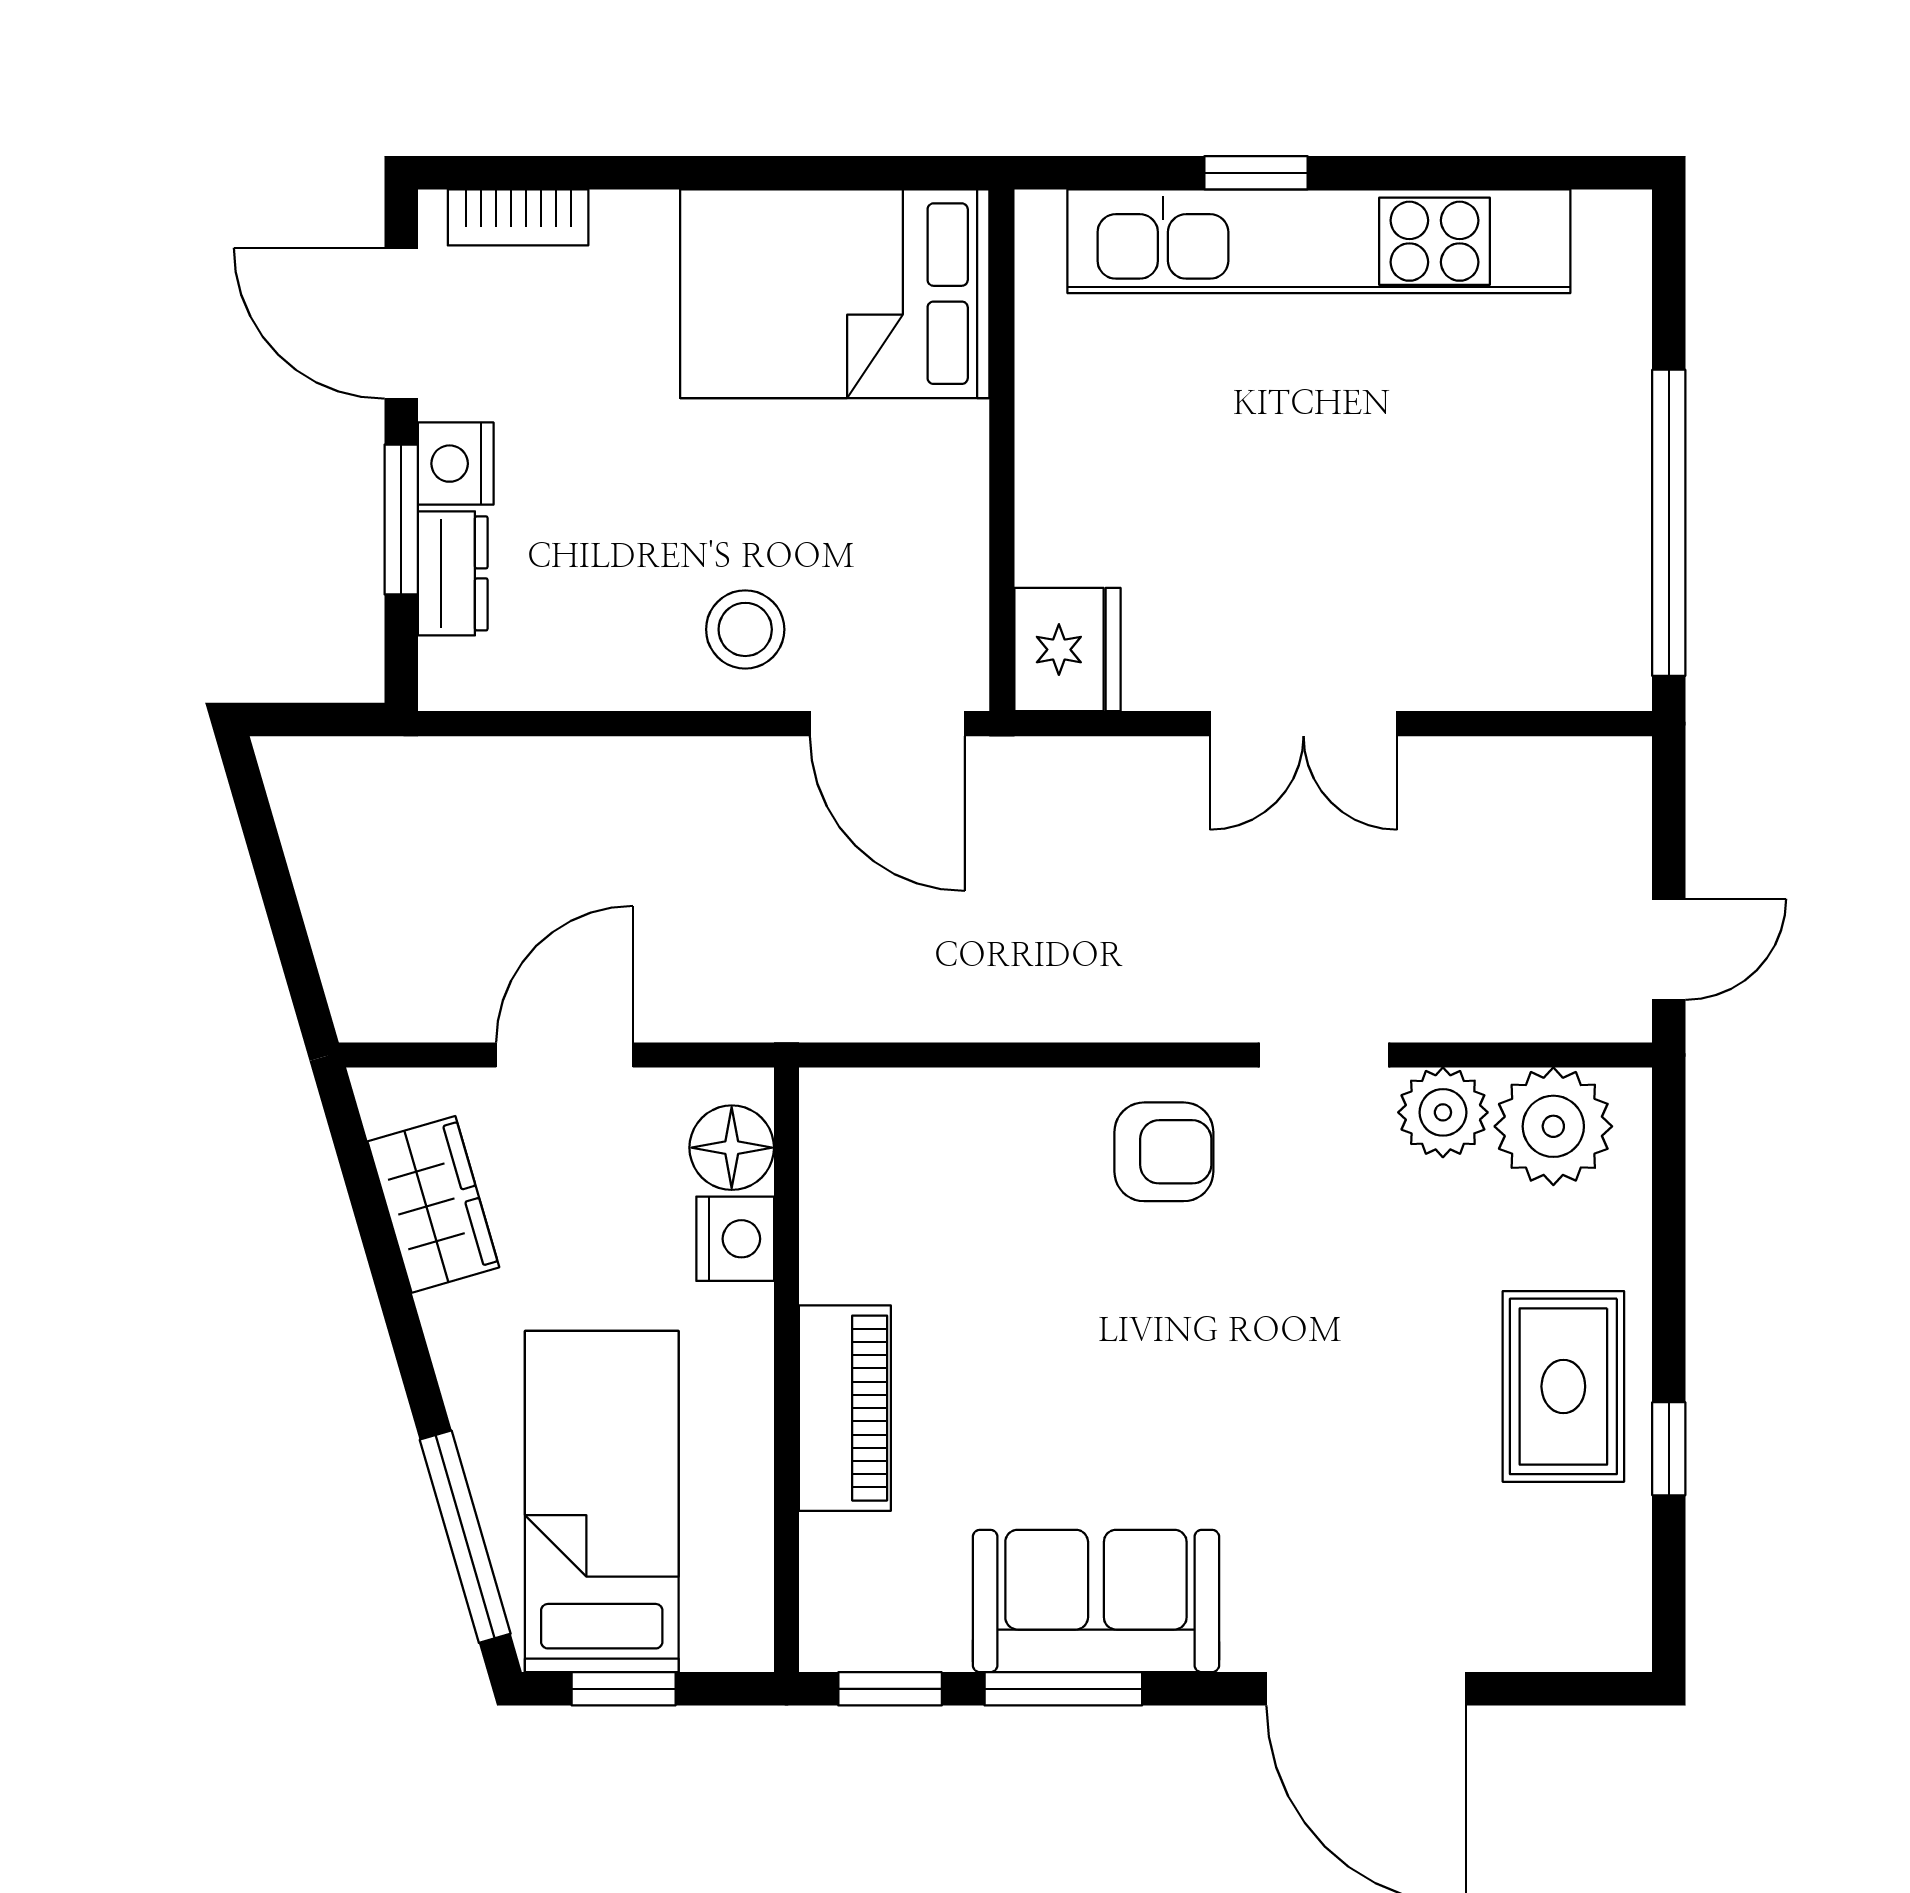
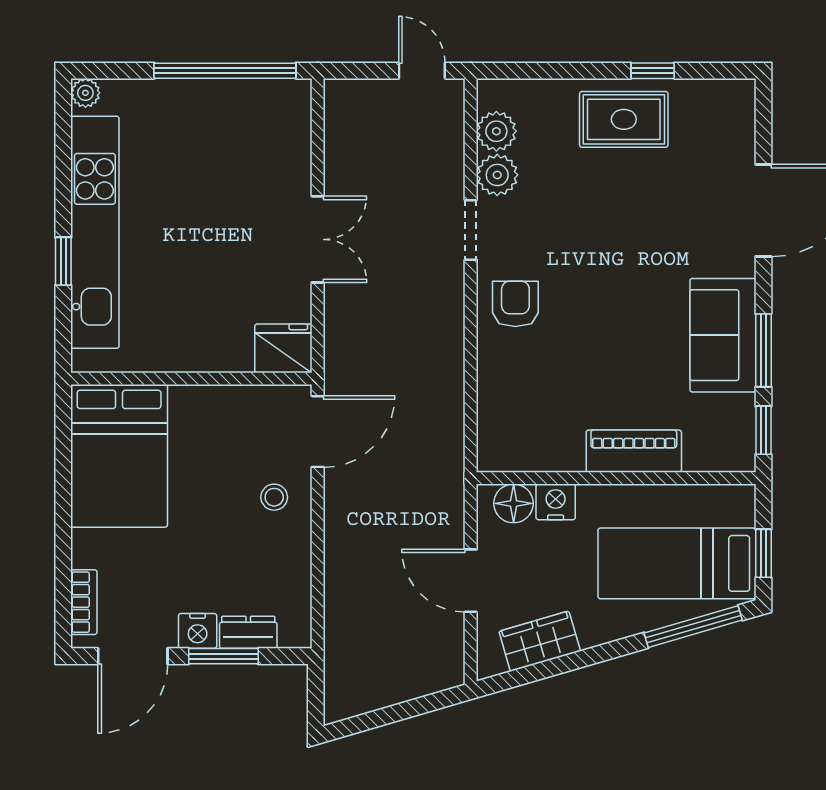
plant: (1621, 221) -> (85, 93), added
stool: (745, 629) -> (274, 497), width x0.73, depth x0.73
plant: (1553, 1126) -> (496, 131), width x0.73, depth x0.73

